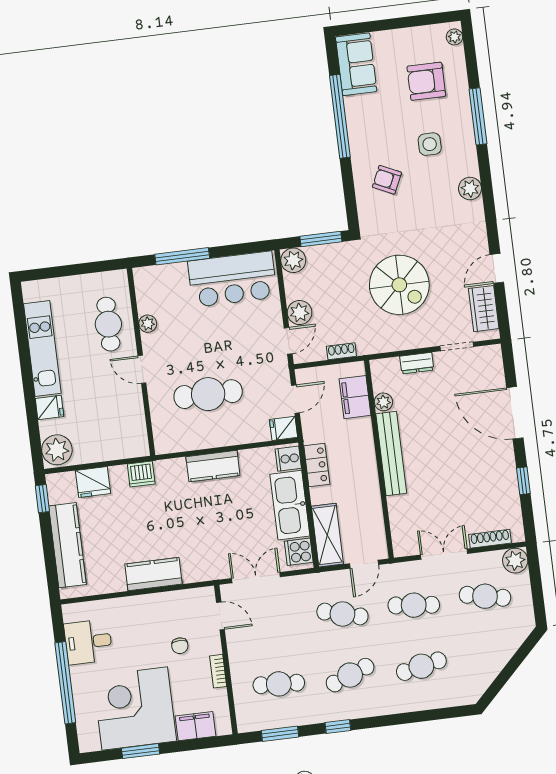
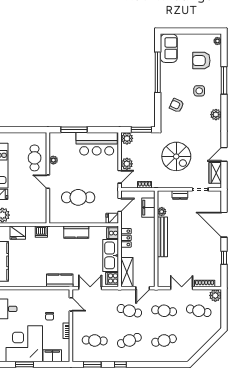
kitchen counter: (154, 574) -> (60, 280), moved

